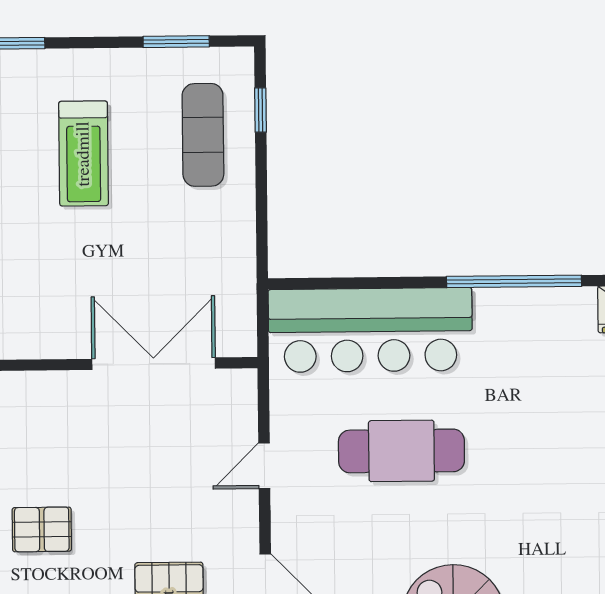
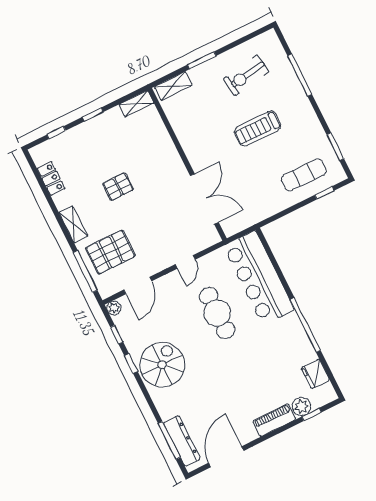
treadmill: (84, 154) -> (258, 129), moved
door: (264, 466) -> (185, 262), swing flipped
pallet: (42, 529) -> (118, 187), turned 90

